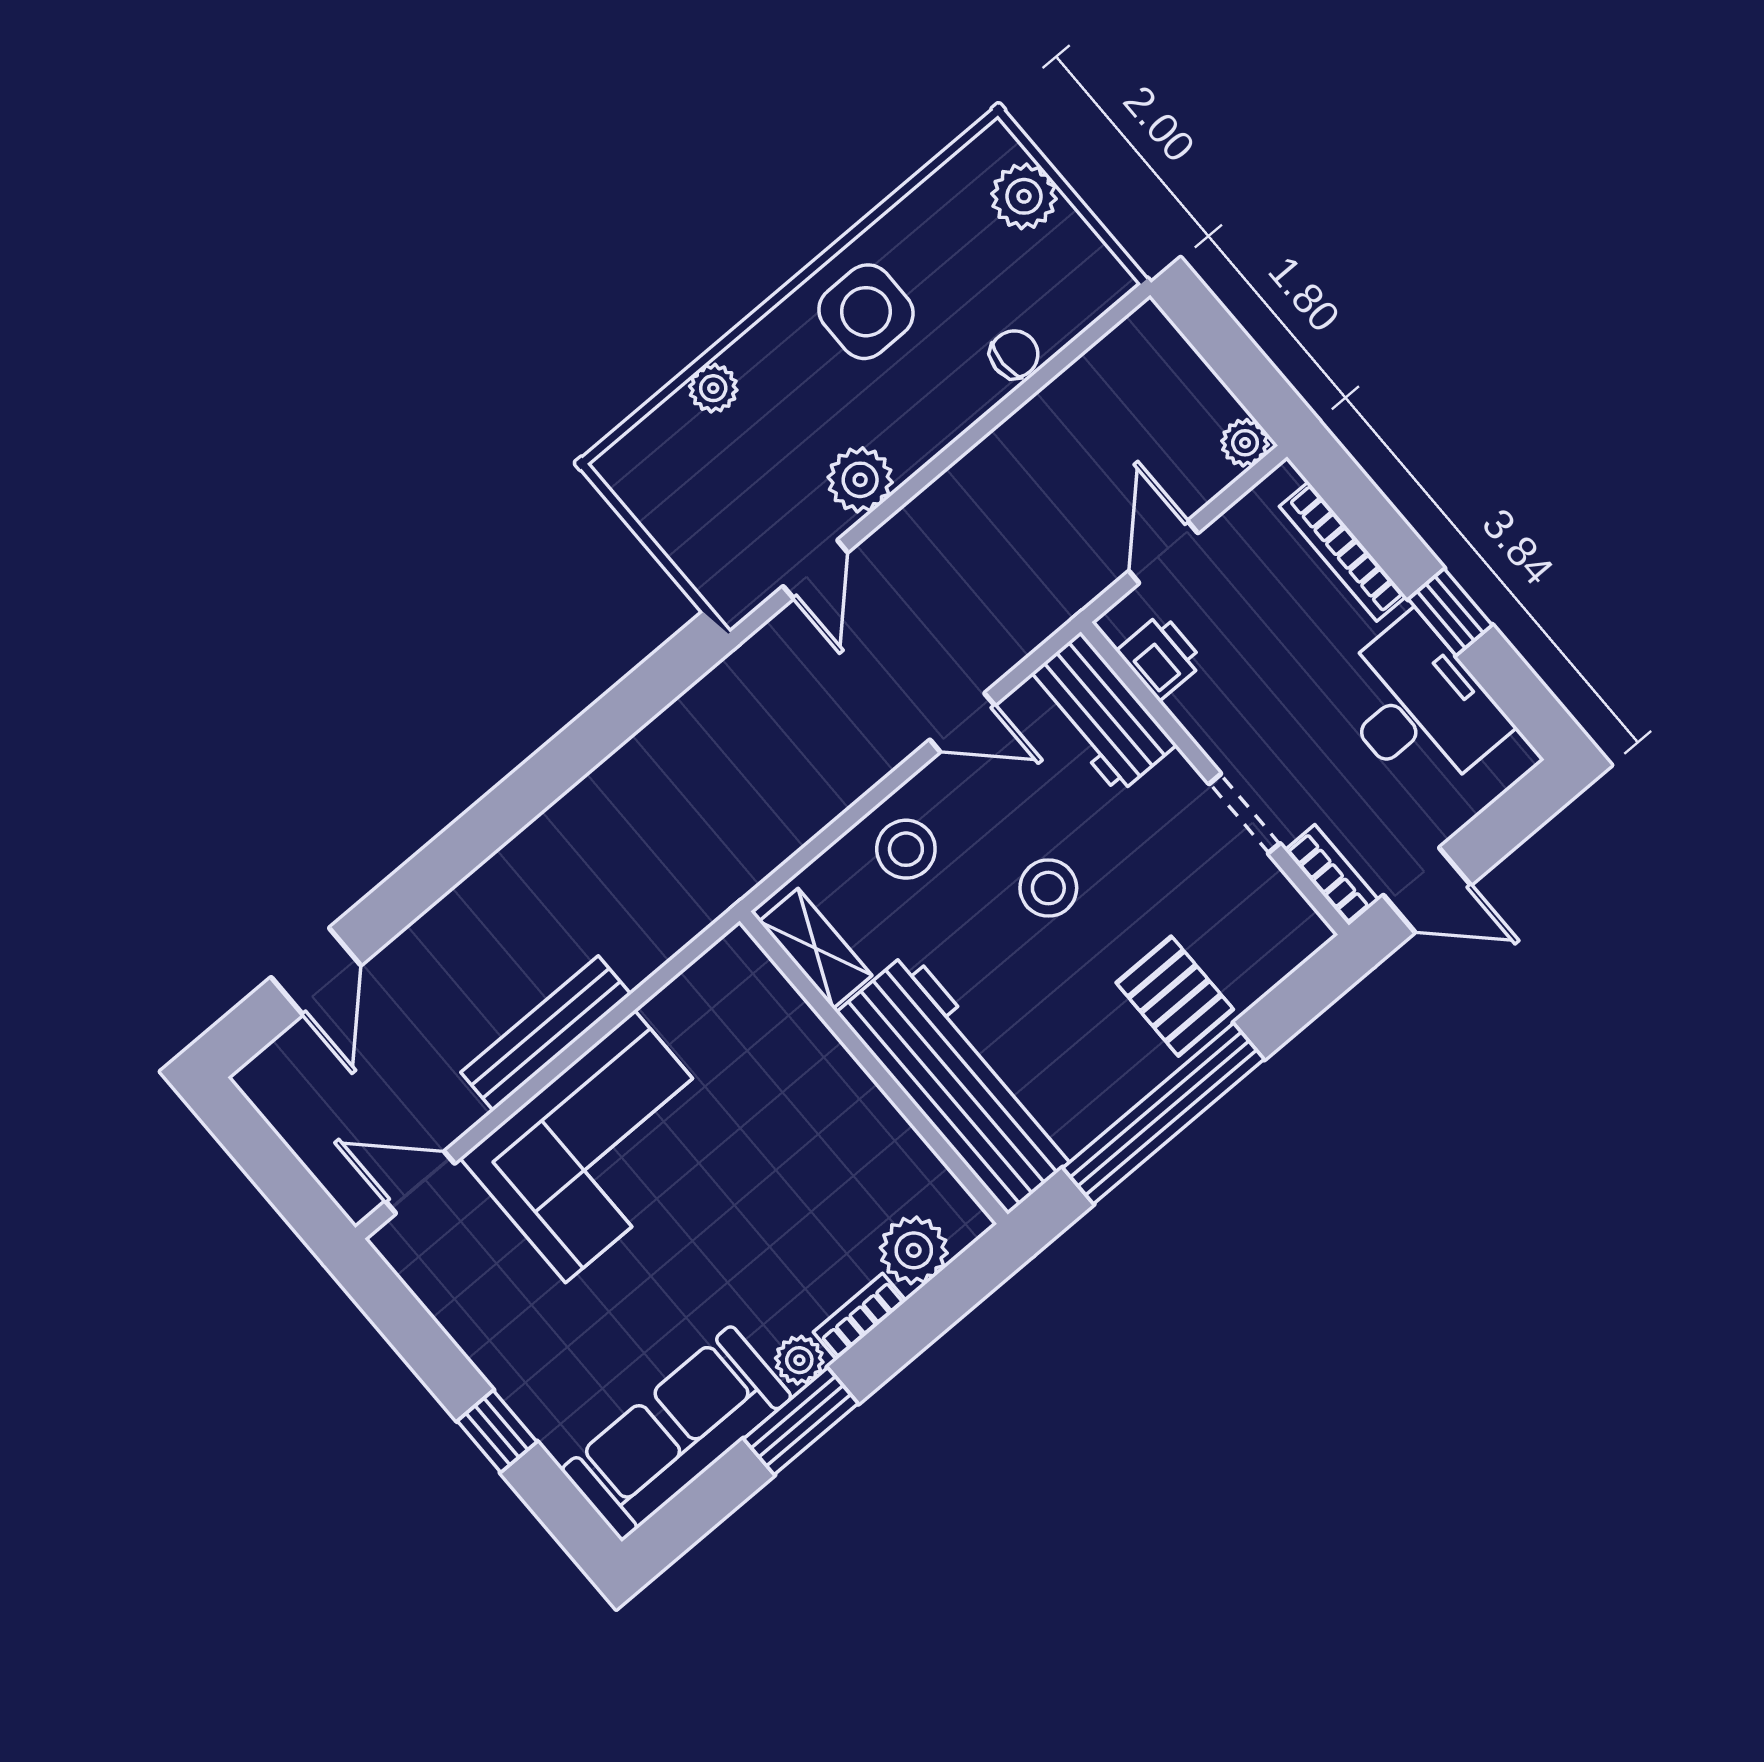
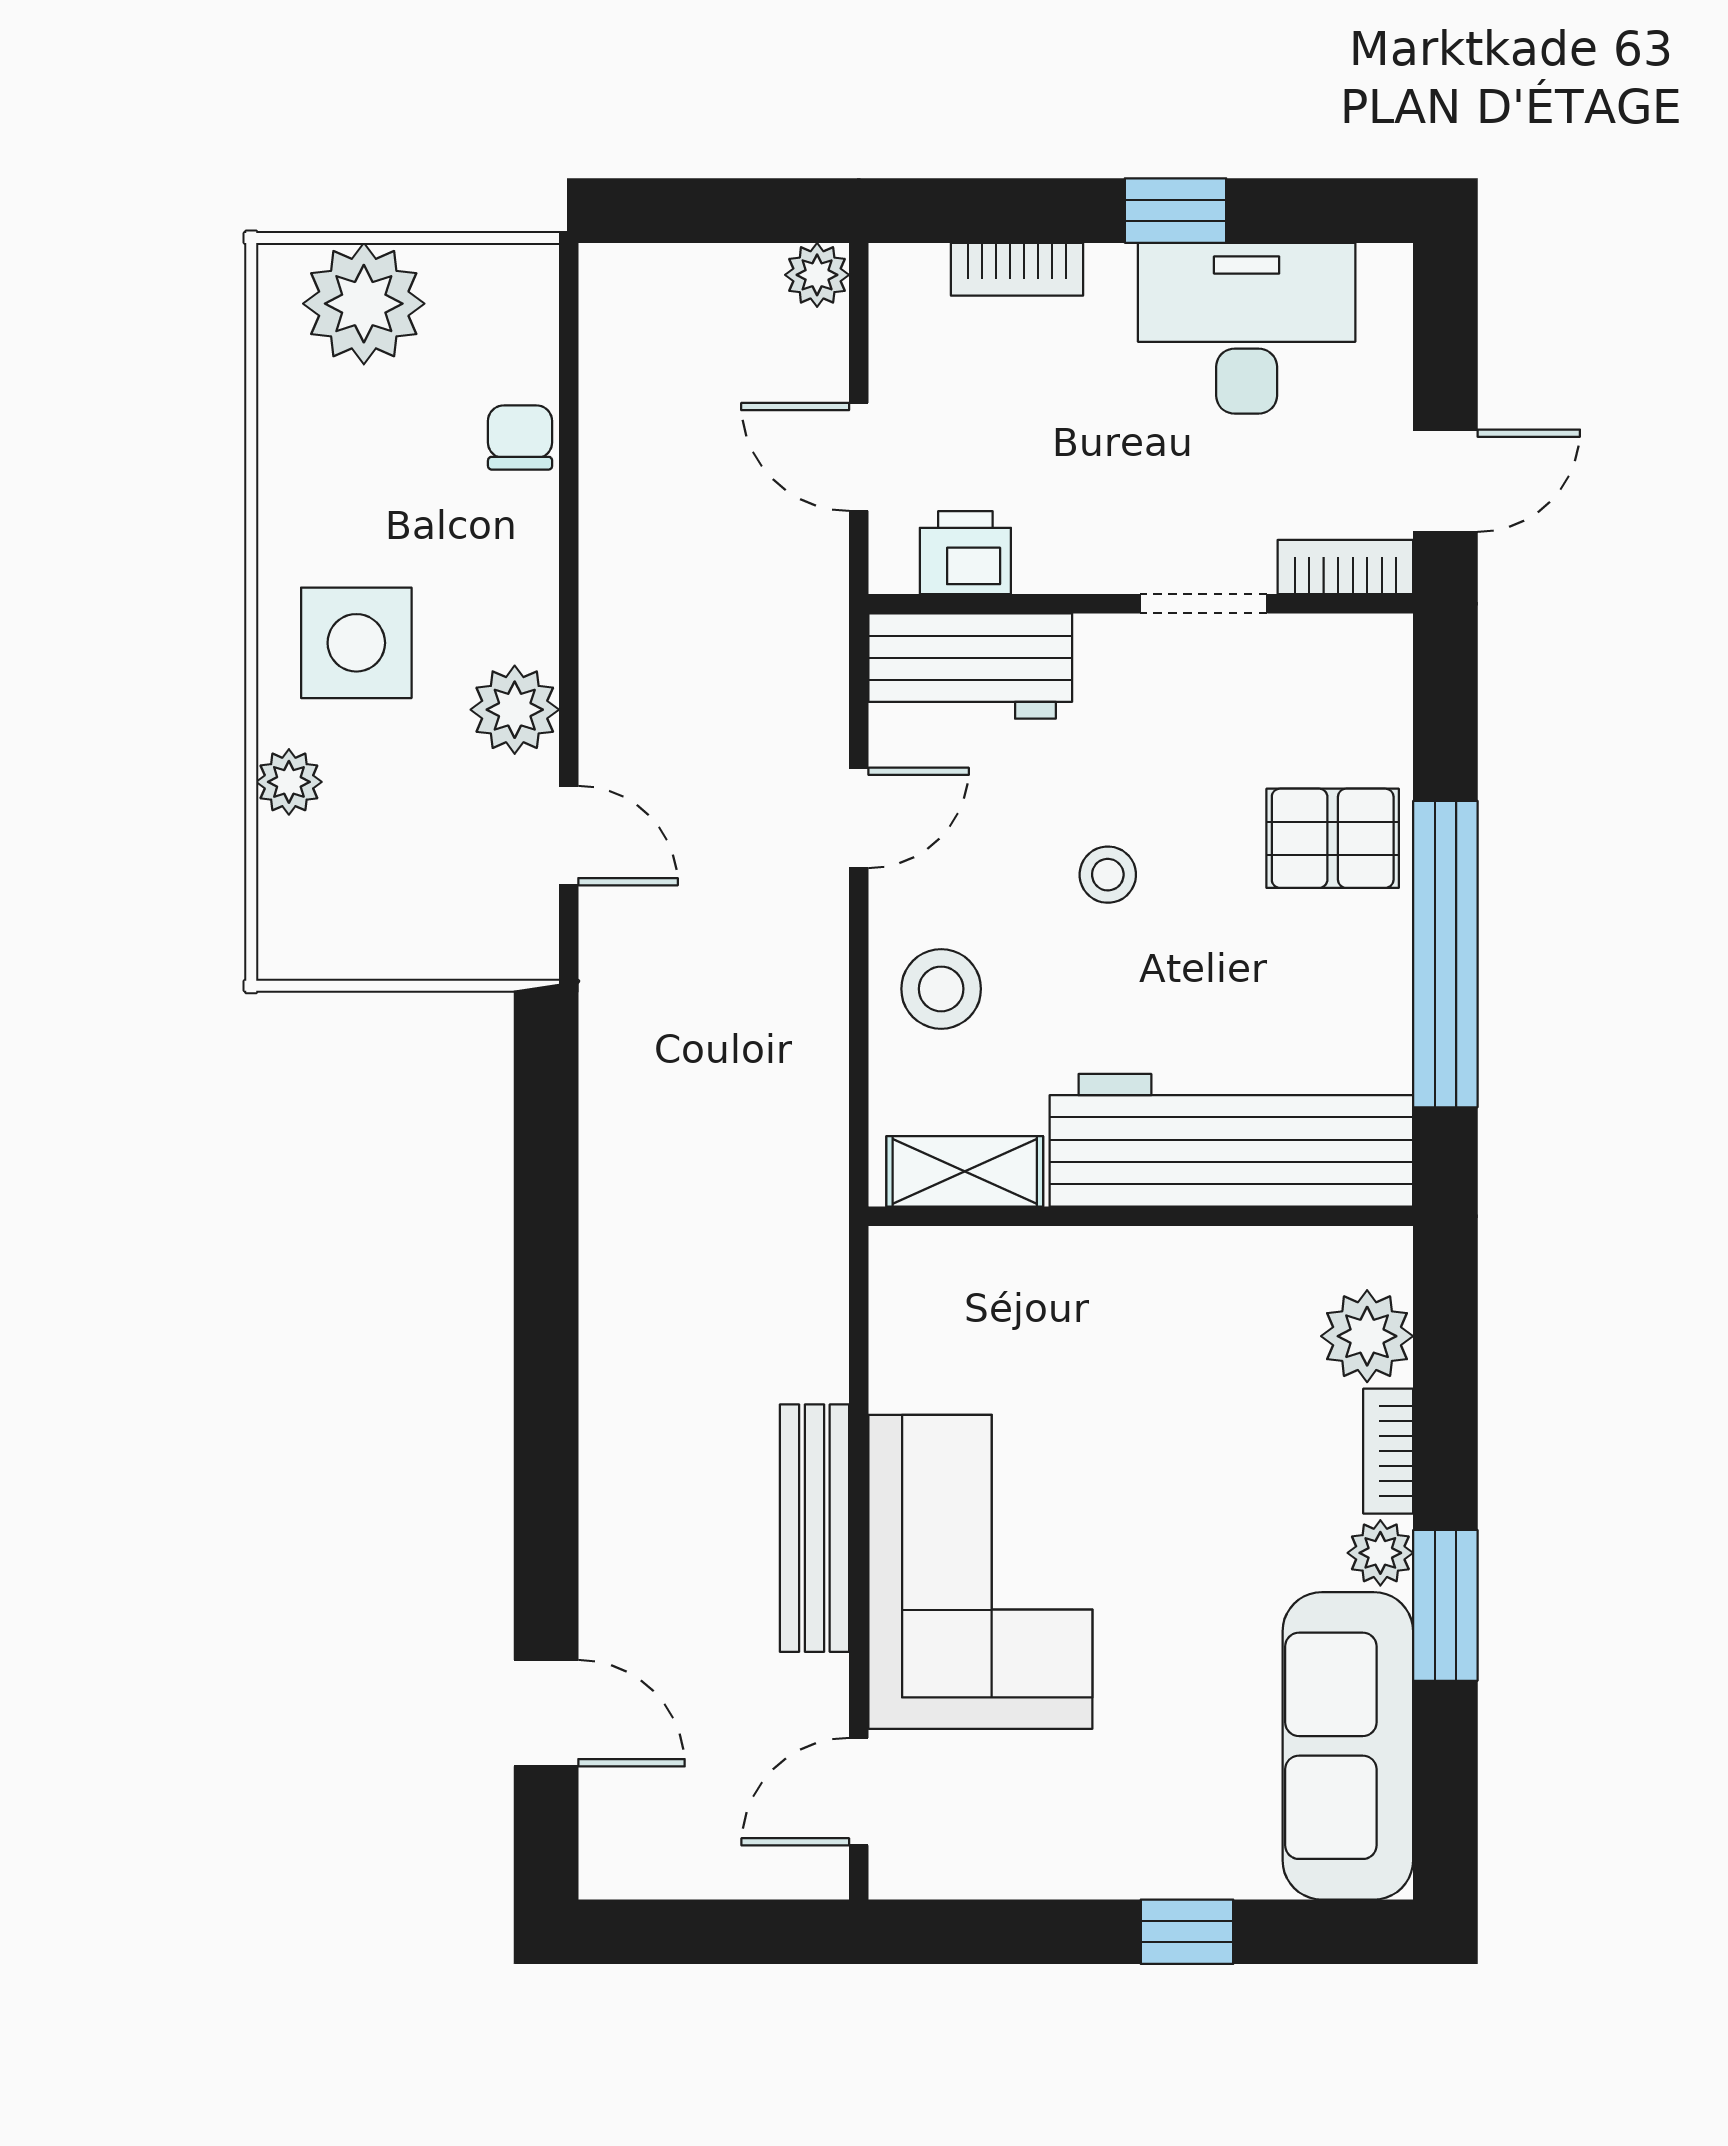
plant: (1024, 196) -> (364, 304), width x1.36, depth x1.36
side table: (866, 312) -> (356, 643), moved
bookcase: (1343, 551) -> (1017, 269), width x0.64
stool: (1048, 888) -> (1108, 875), width x0.73, depth x0.73

